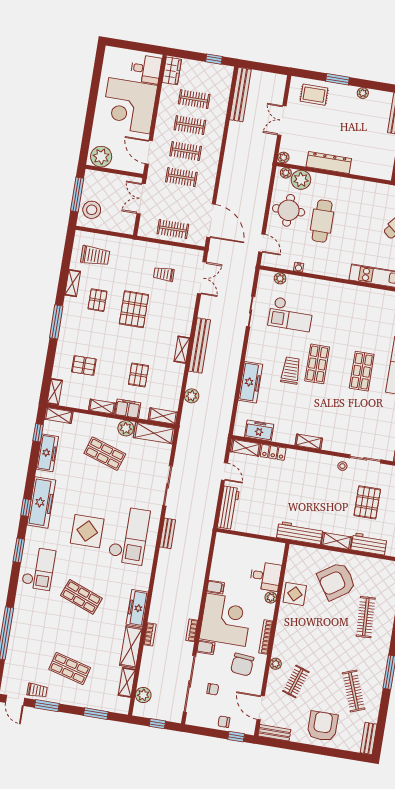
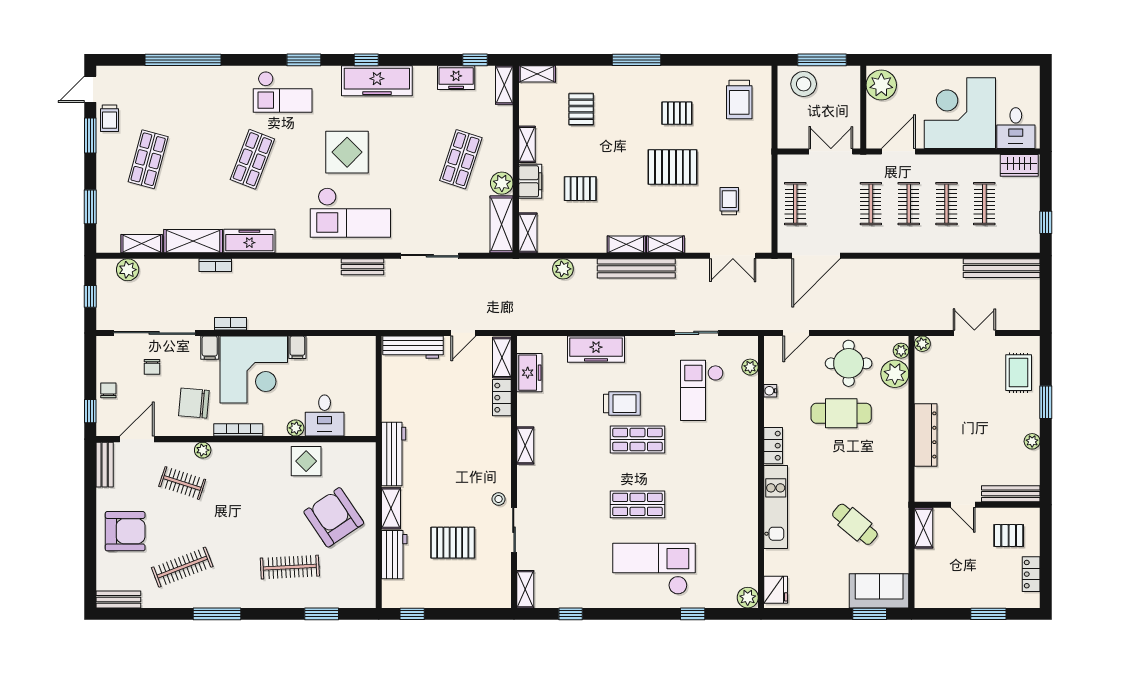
dresser: (329, 163) -> (926, 435), moved
locker: (337, 271) -> (773, 446), added
shelving: (73, 283) -> (665, 244), moved
freezer: (47, 453) -> (456, 78), width x0.71

